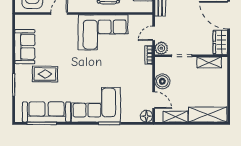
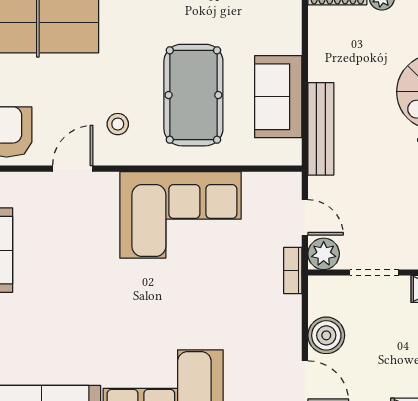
door: (154, 33) -> (305, 217), swing flipped
rug: (45, 74) -> (38, 317), removed

